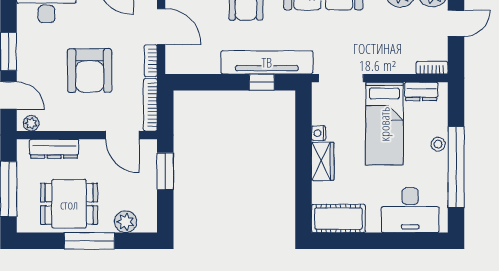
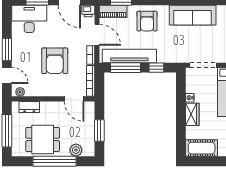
tv unit: (267, 62) -> (129, 56), moved
window: (210, 82) -> (126, 68), added
dresser: (54, 149) -> (29, 107), width x0.70
window: (165, 171) -> (99, 130), moved
window: (89, 241) -> (55, 161), width x1.46

